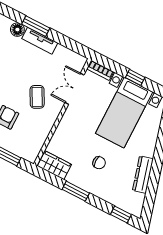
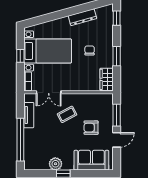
window: (36, 26) -> (20, 140), width x2.11
floor lamp: (17, 30) -> (29, 151), removed
tv unit: (40, 41) -> (29, 115), moved

